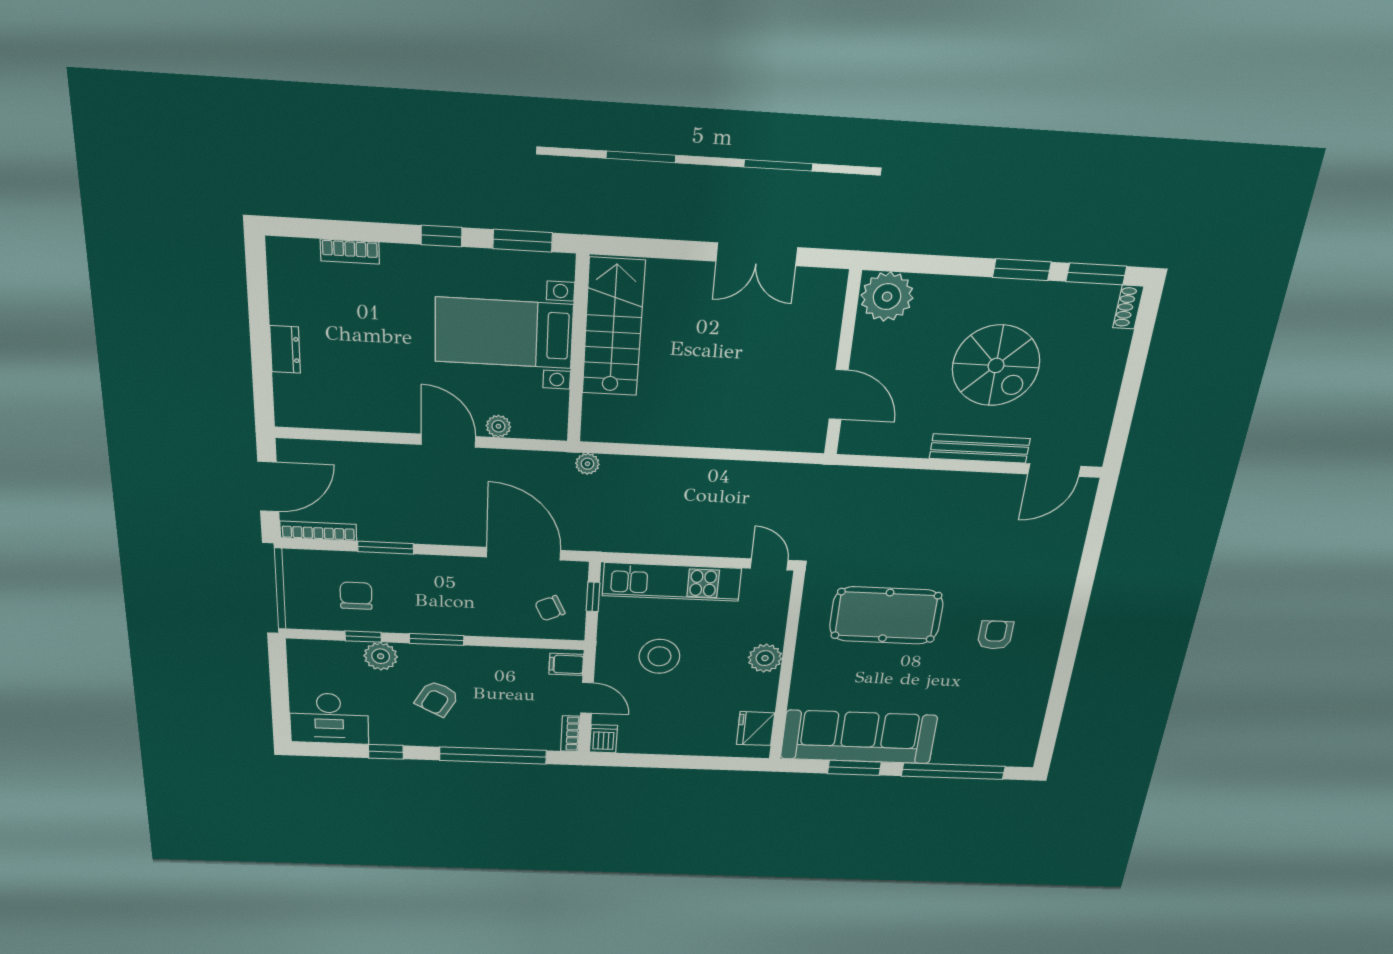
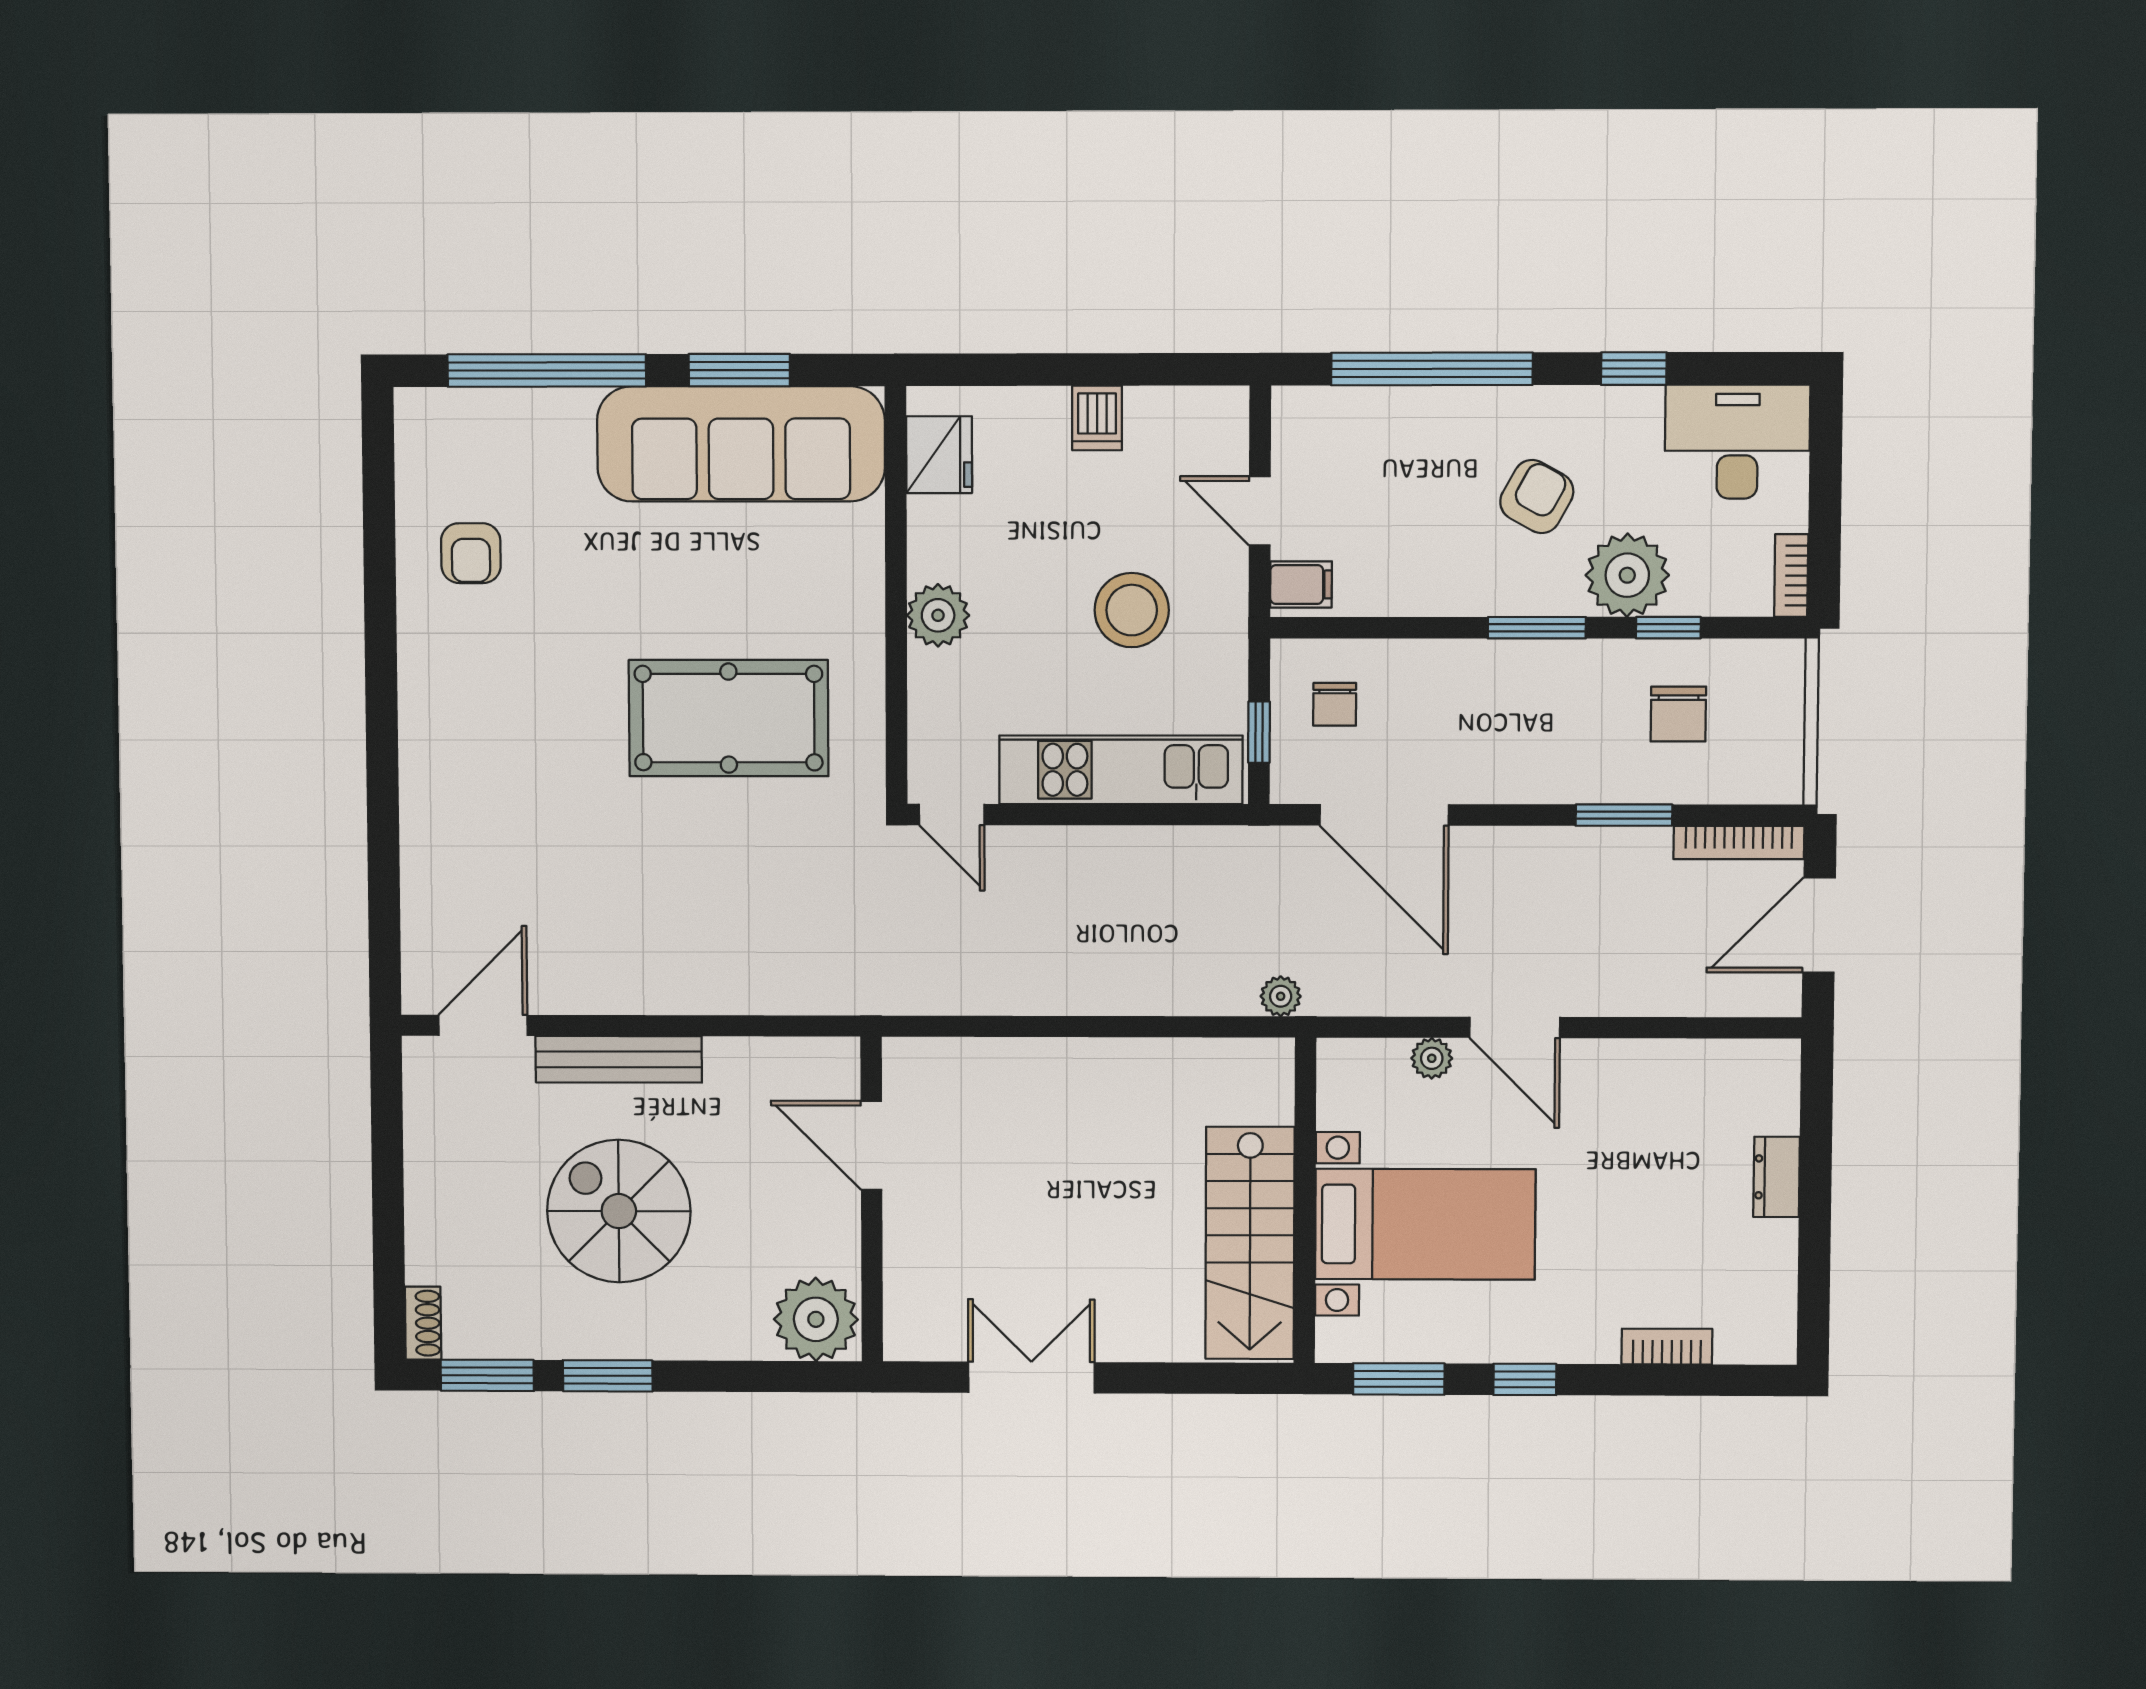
chair: (550, 608) -> (1335, 704), turned 115
armchair: (995, 635) -> (471, 553), moved
plant: (381, 656) -> (1627, 575), width x1.36, depth x1.36
bookcase: (570, 734) -> (1791, 576), moved, turned 180
dishwasher: (603, 739) -> (1097, 418), moved

